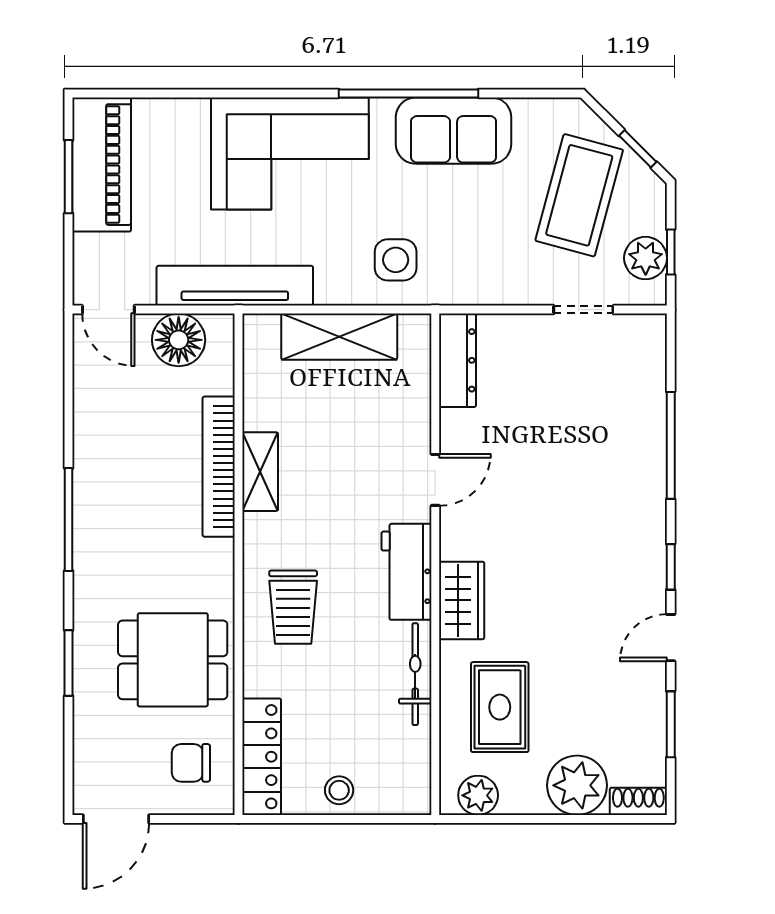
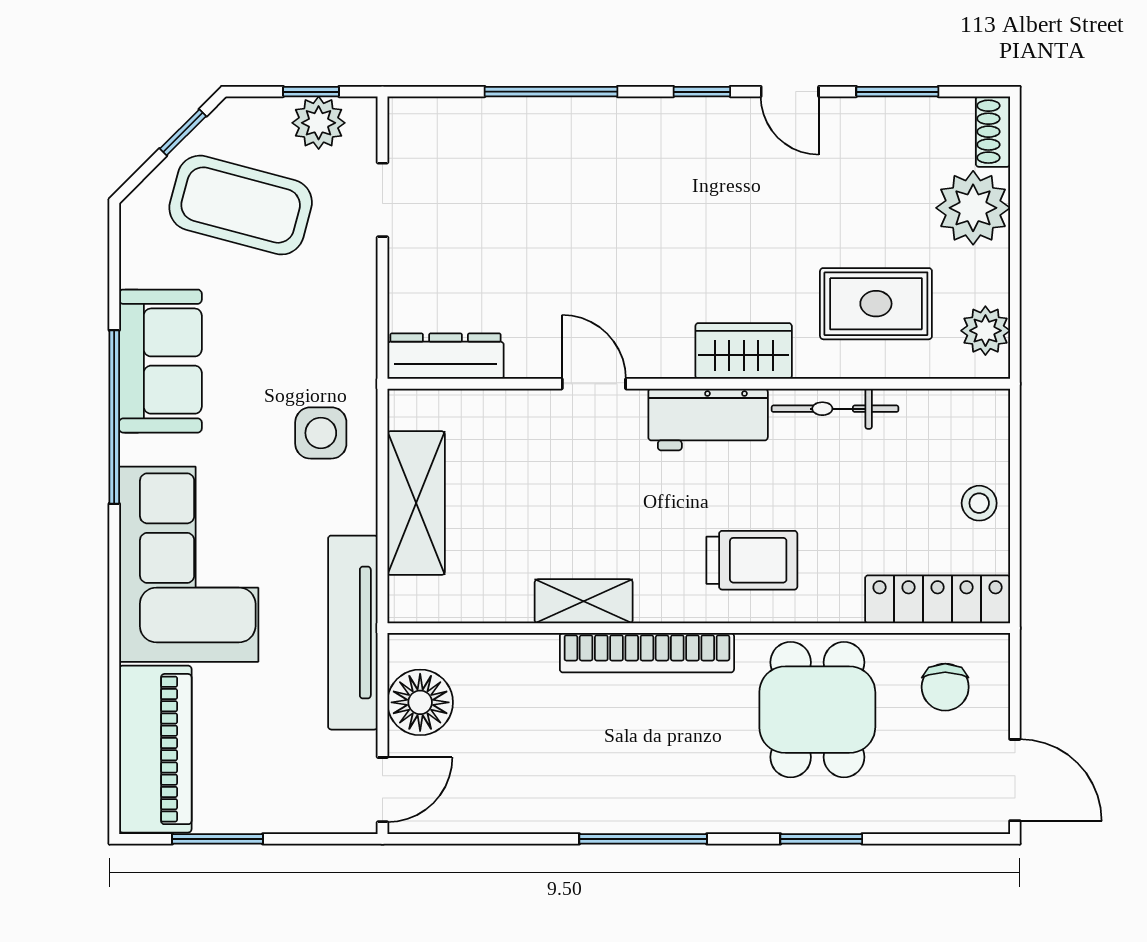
piano: (102, 165) -> (155, 749), moved, turned 90
bookcase: (219, 467) -> (647, 653), moved

